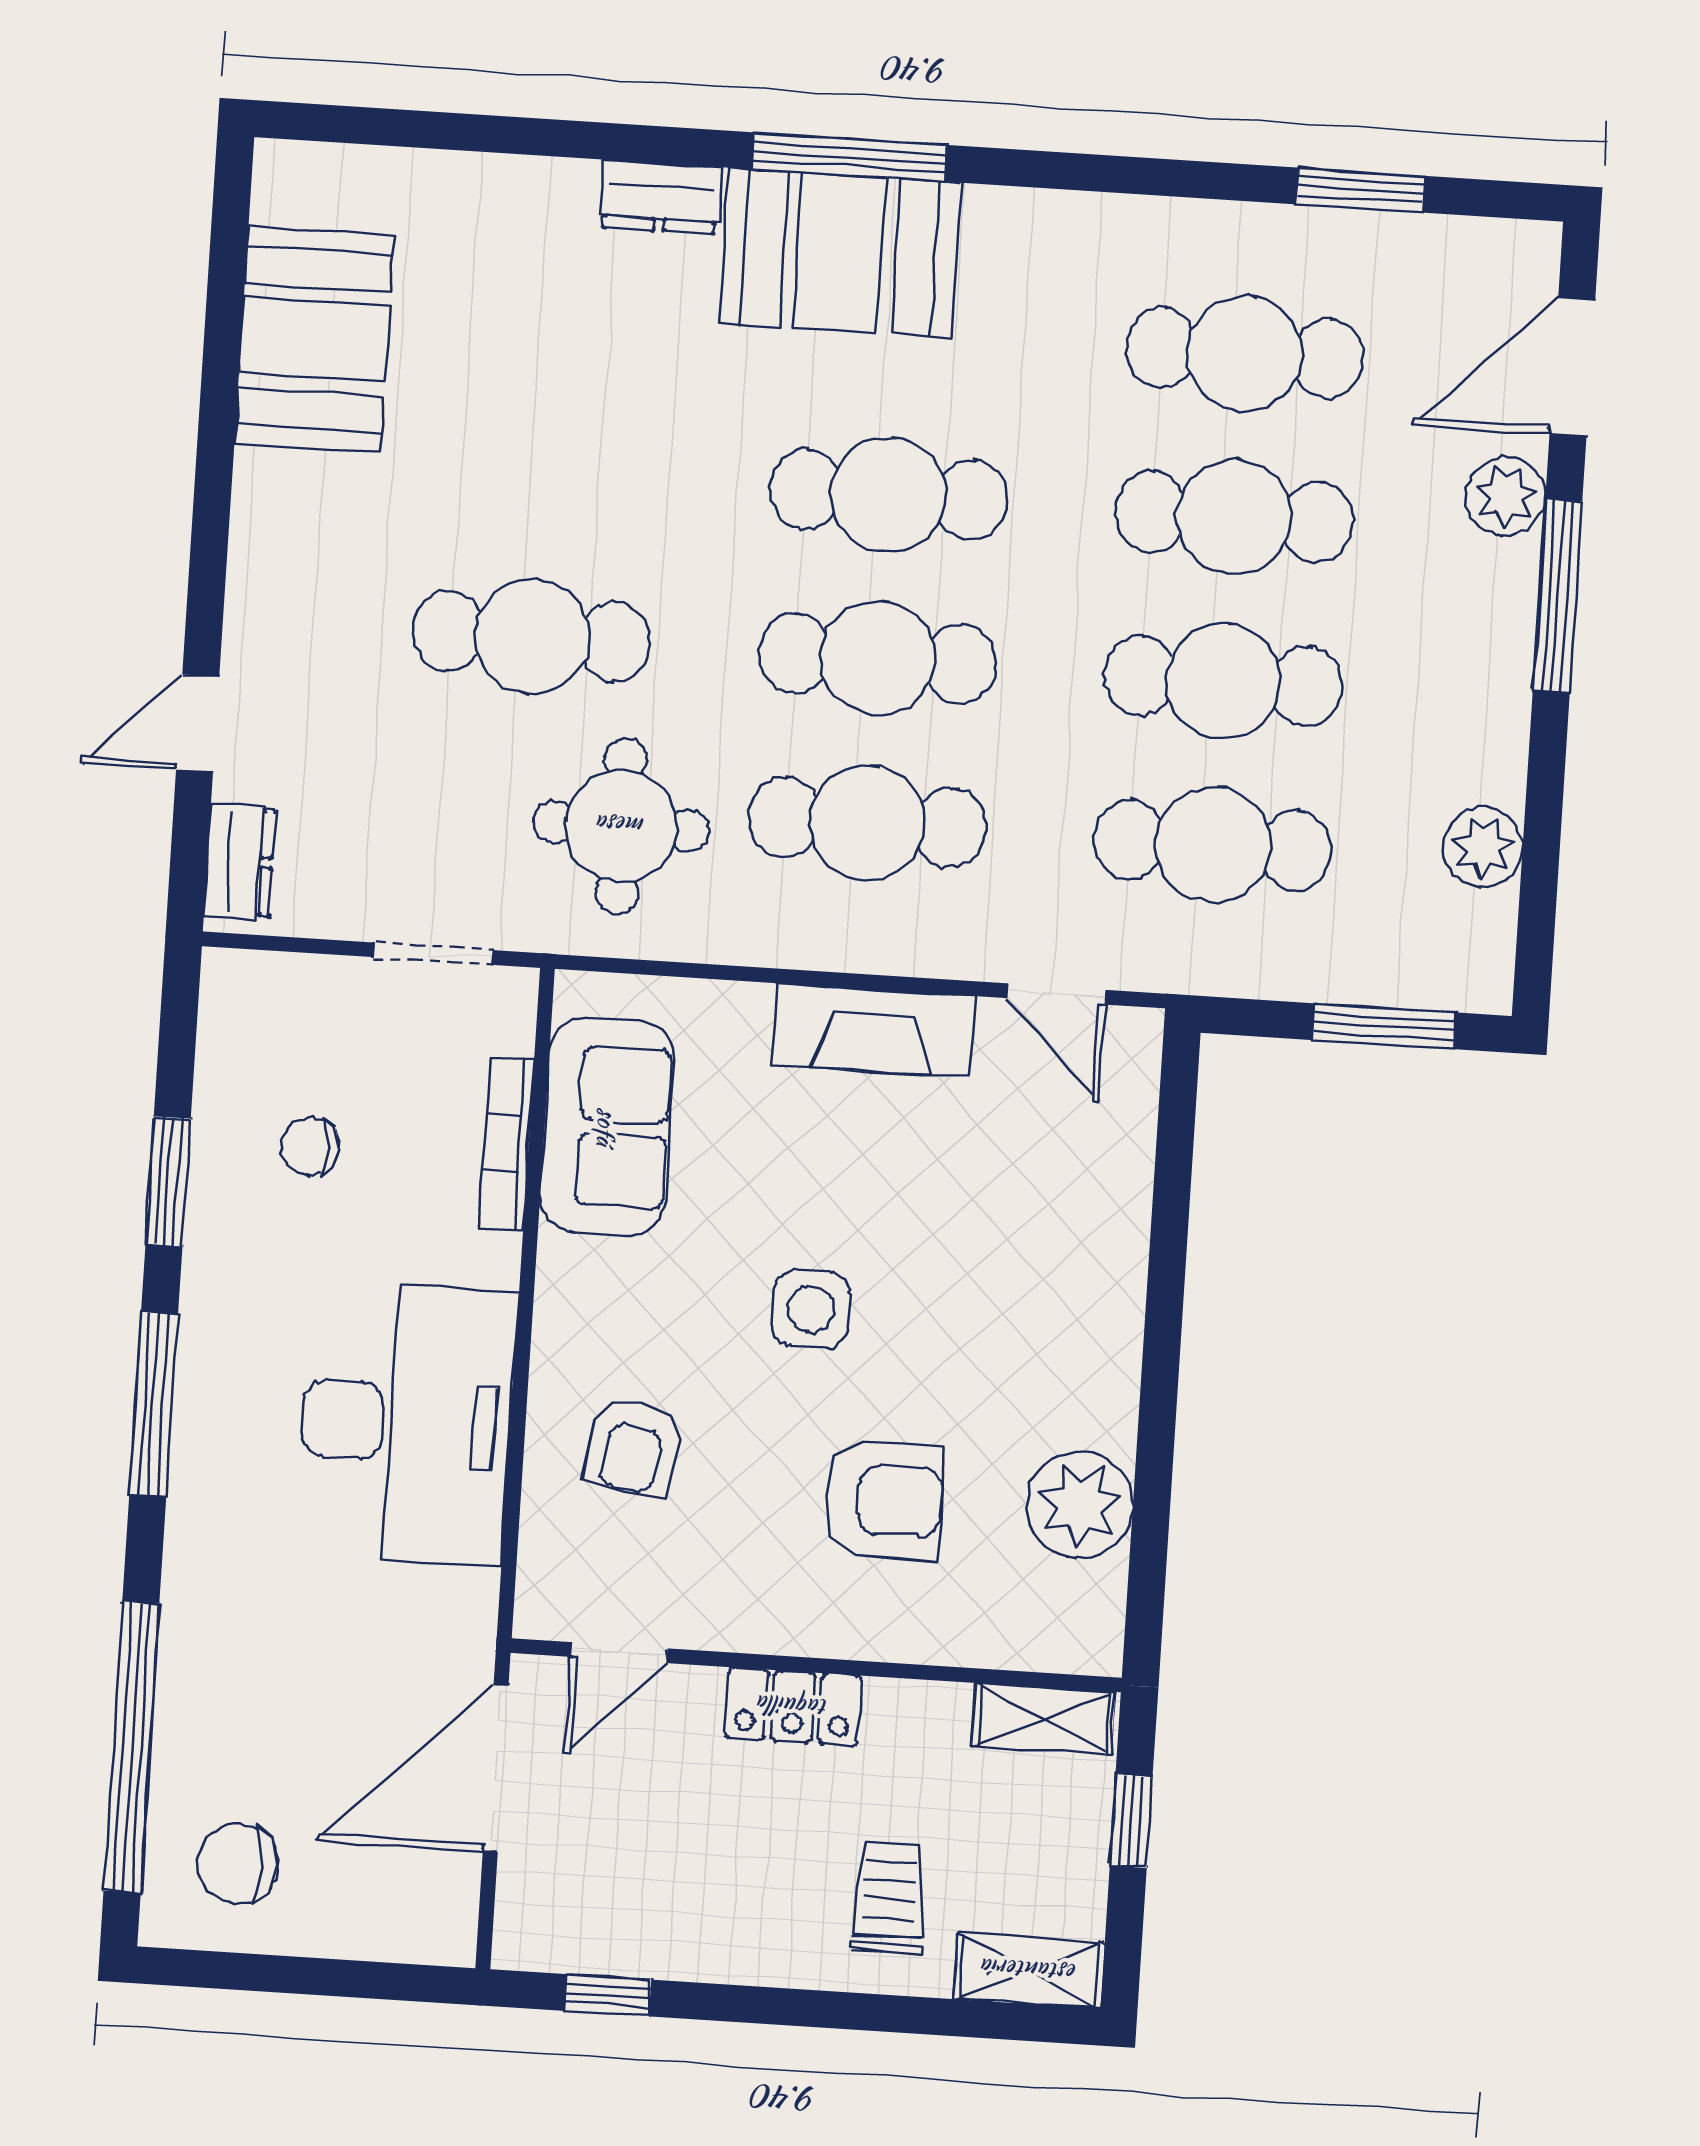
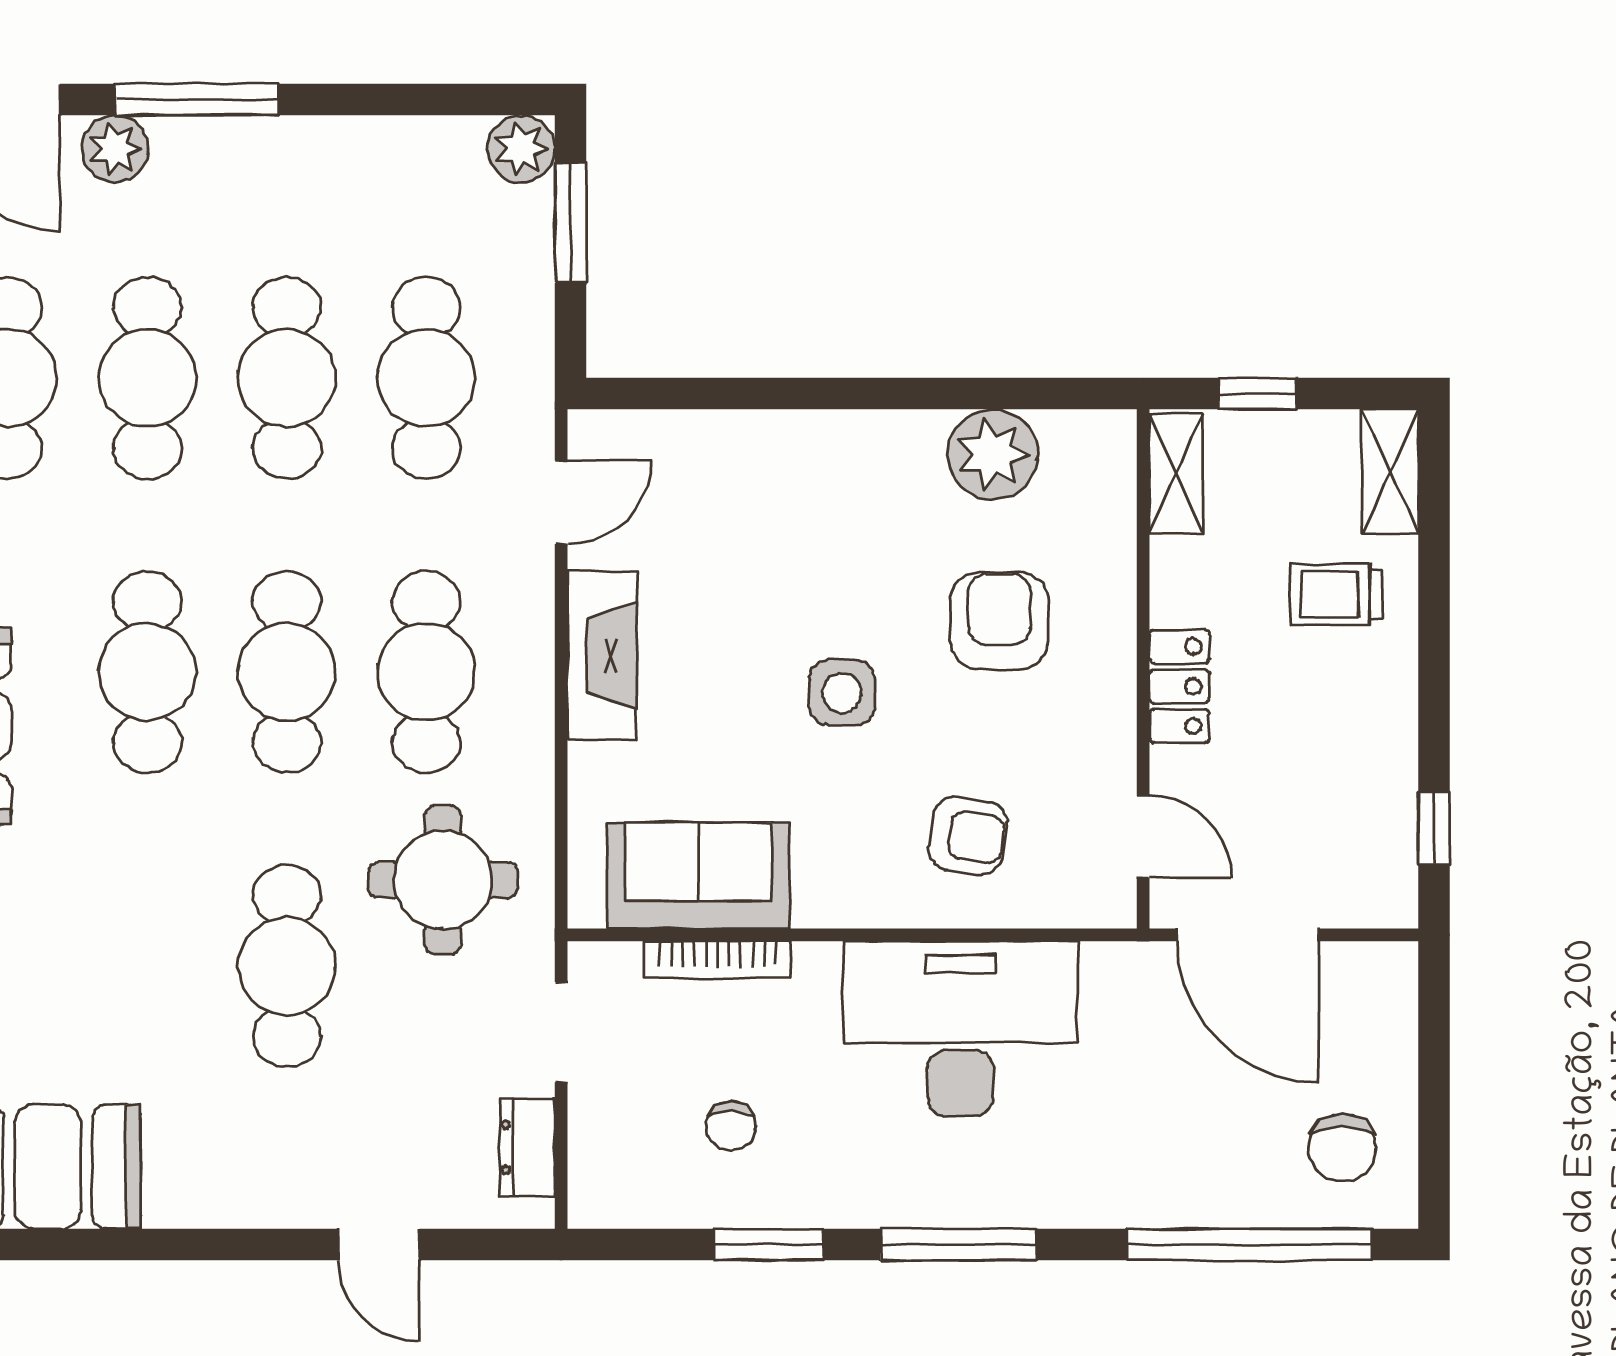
plant: (1483, 847) -> (521, 149), moved
dresser: (240, 862) -> (527, 1147), moved, turned -90

